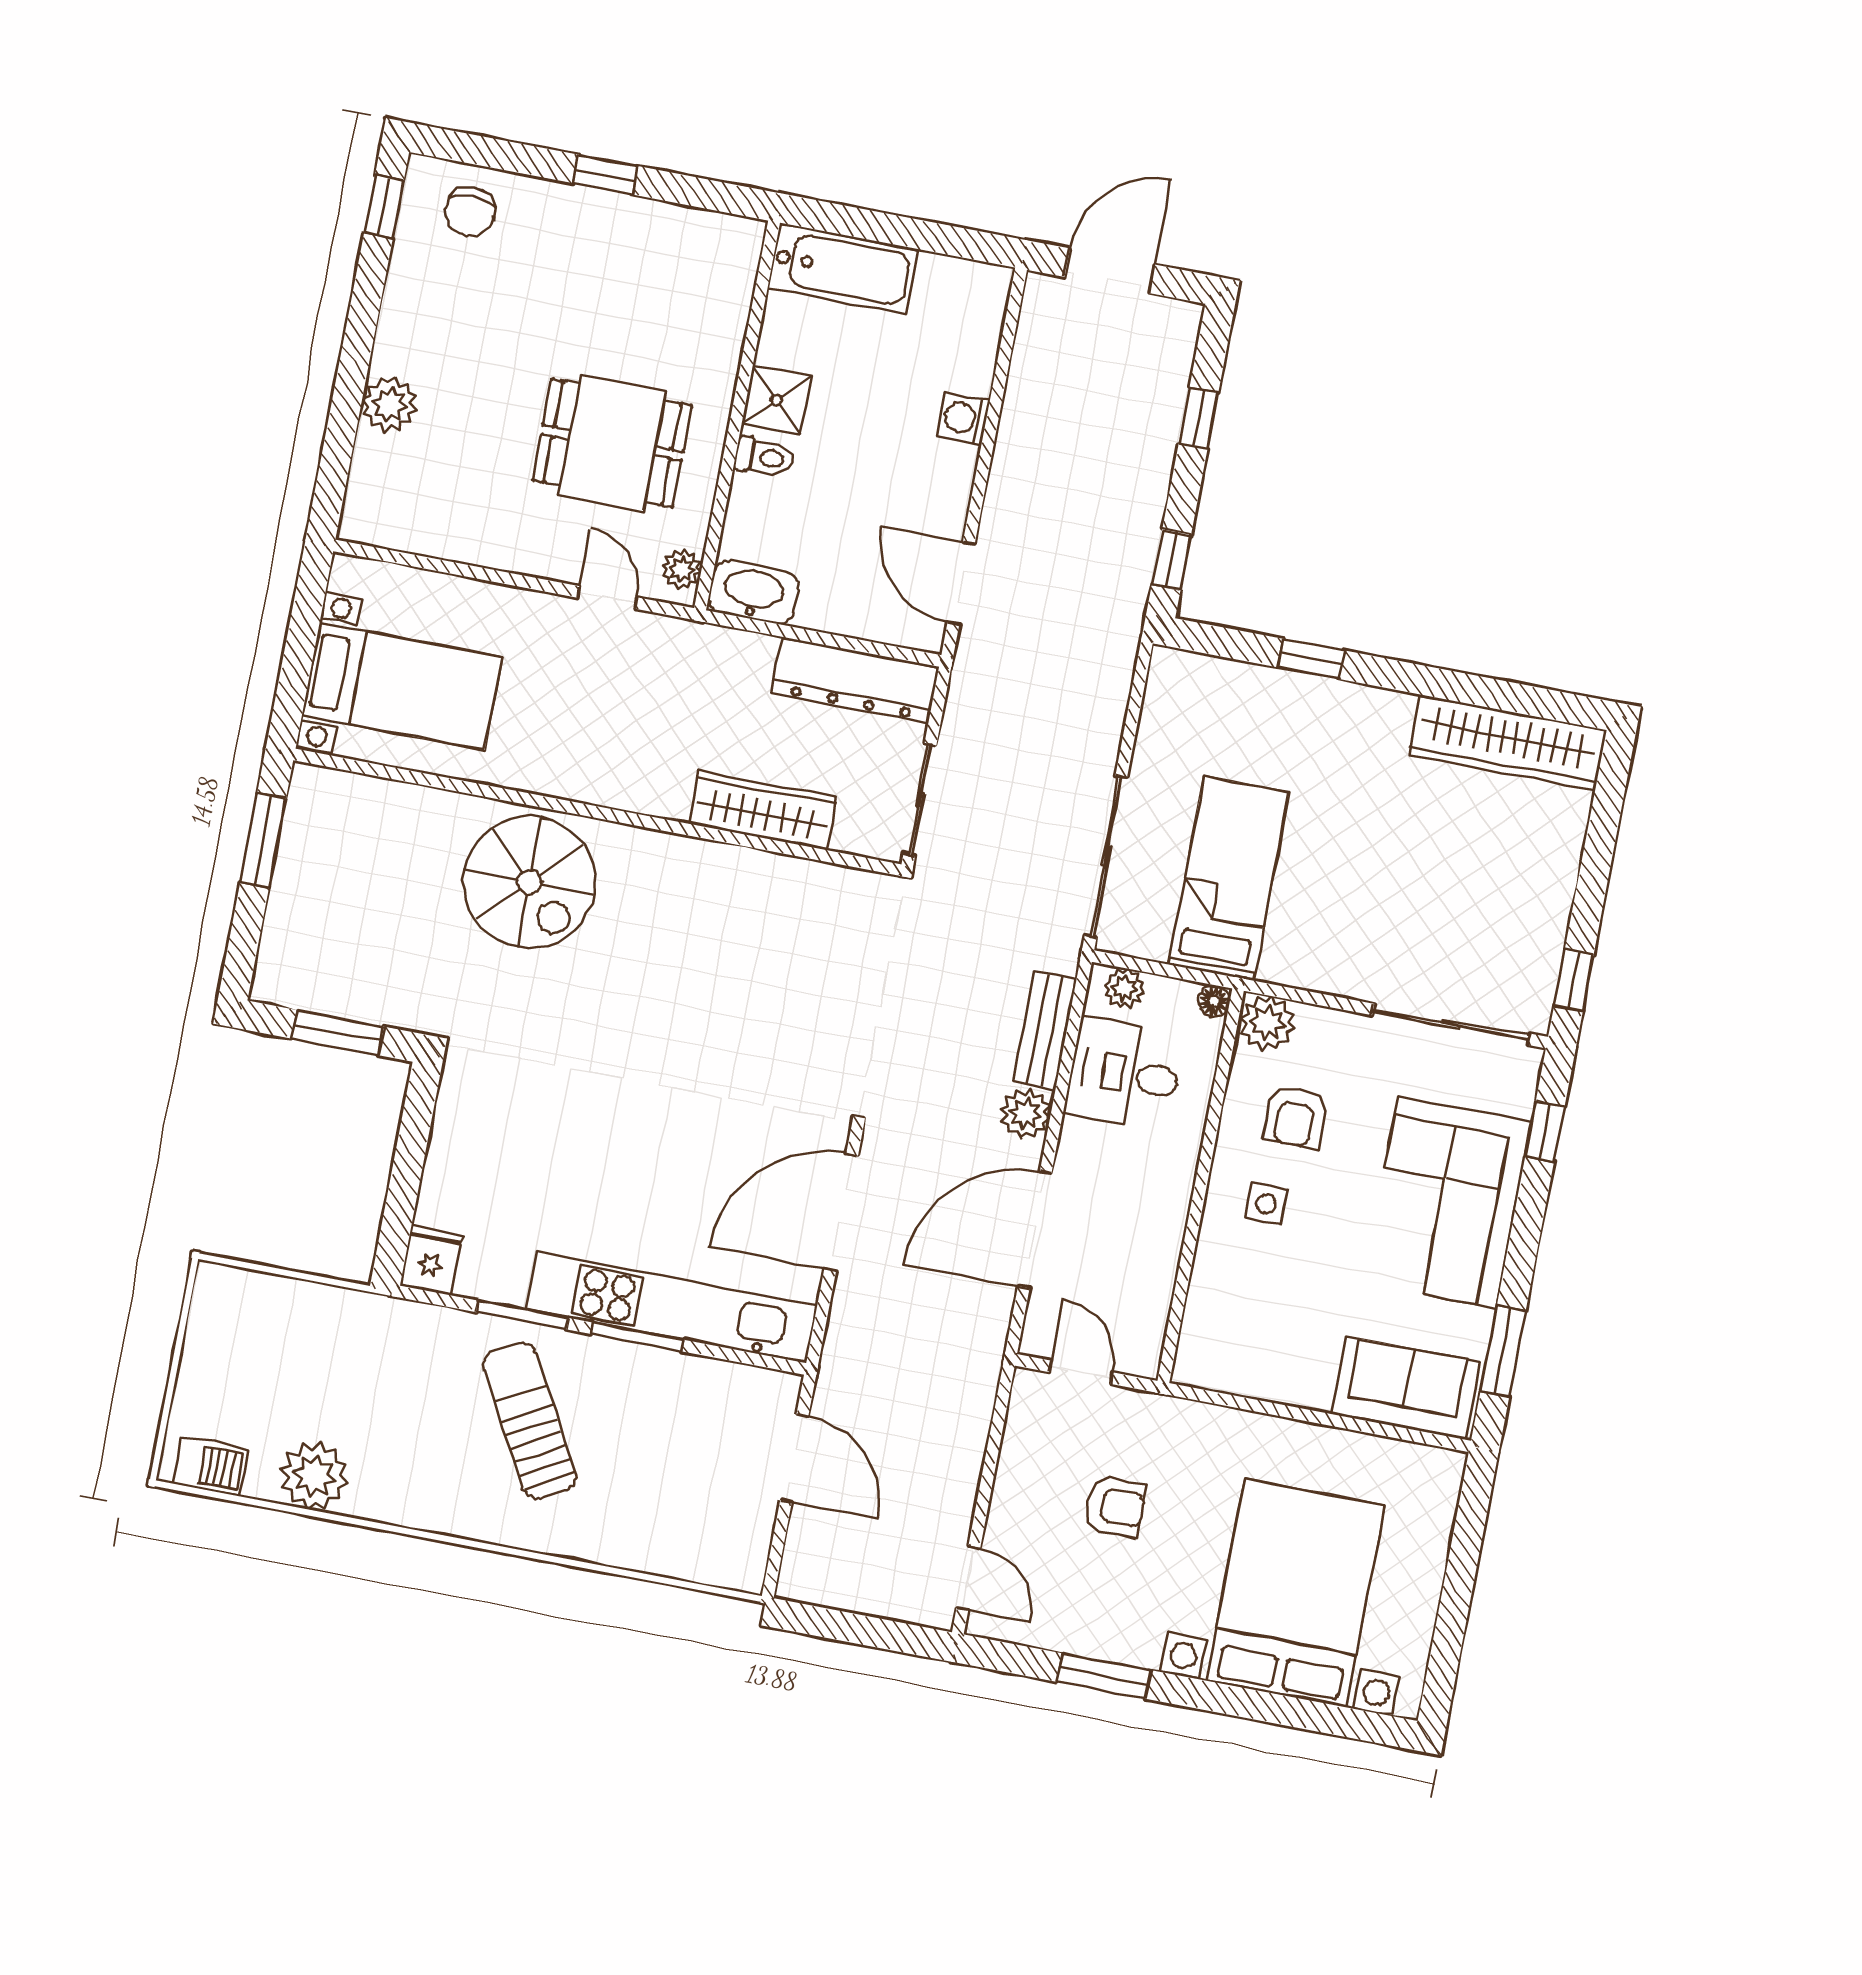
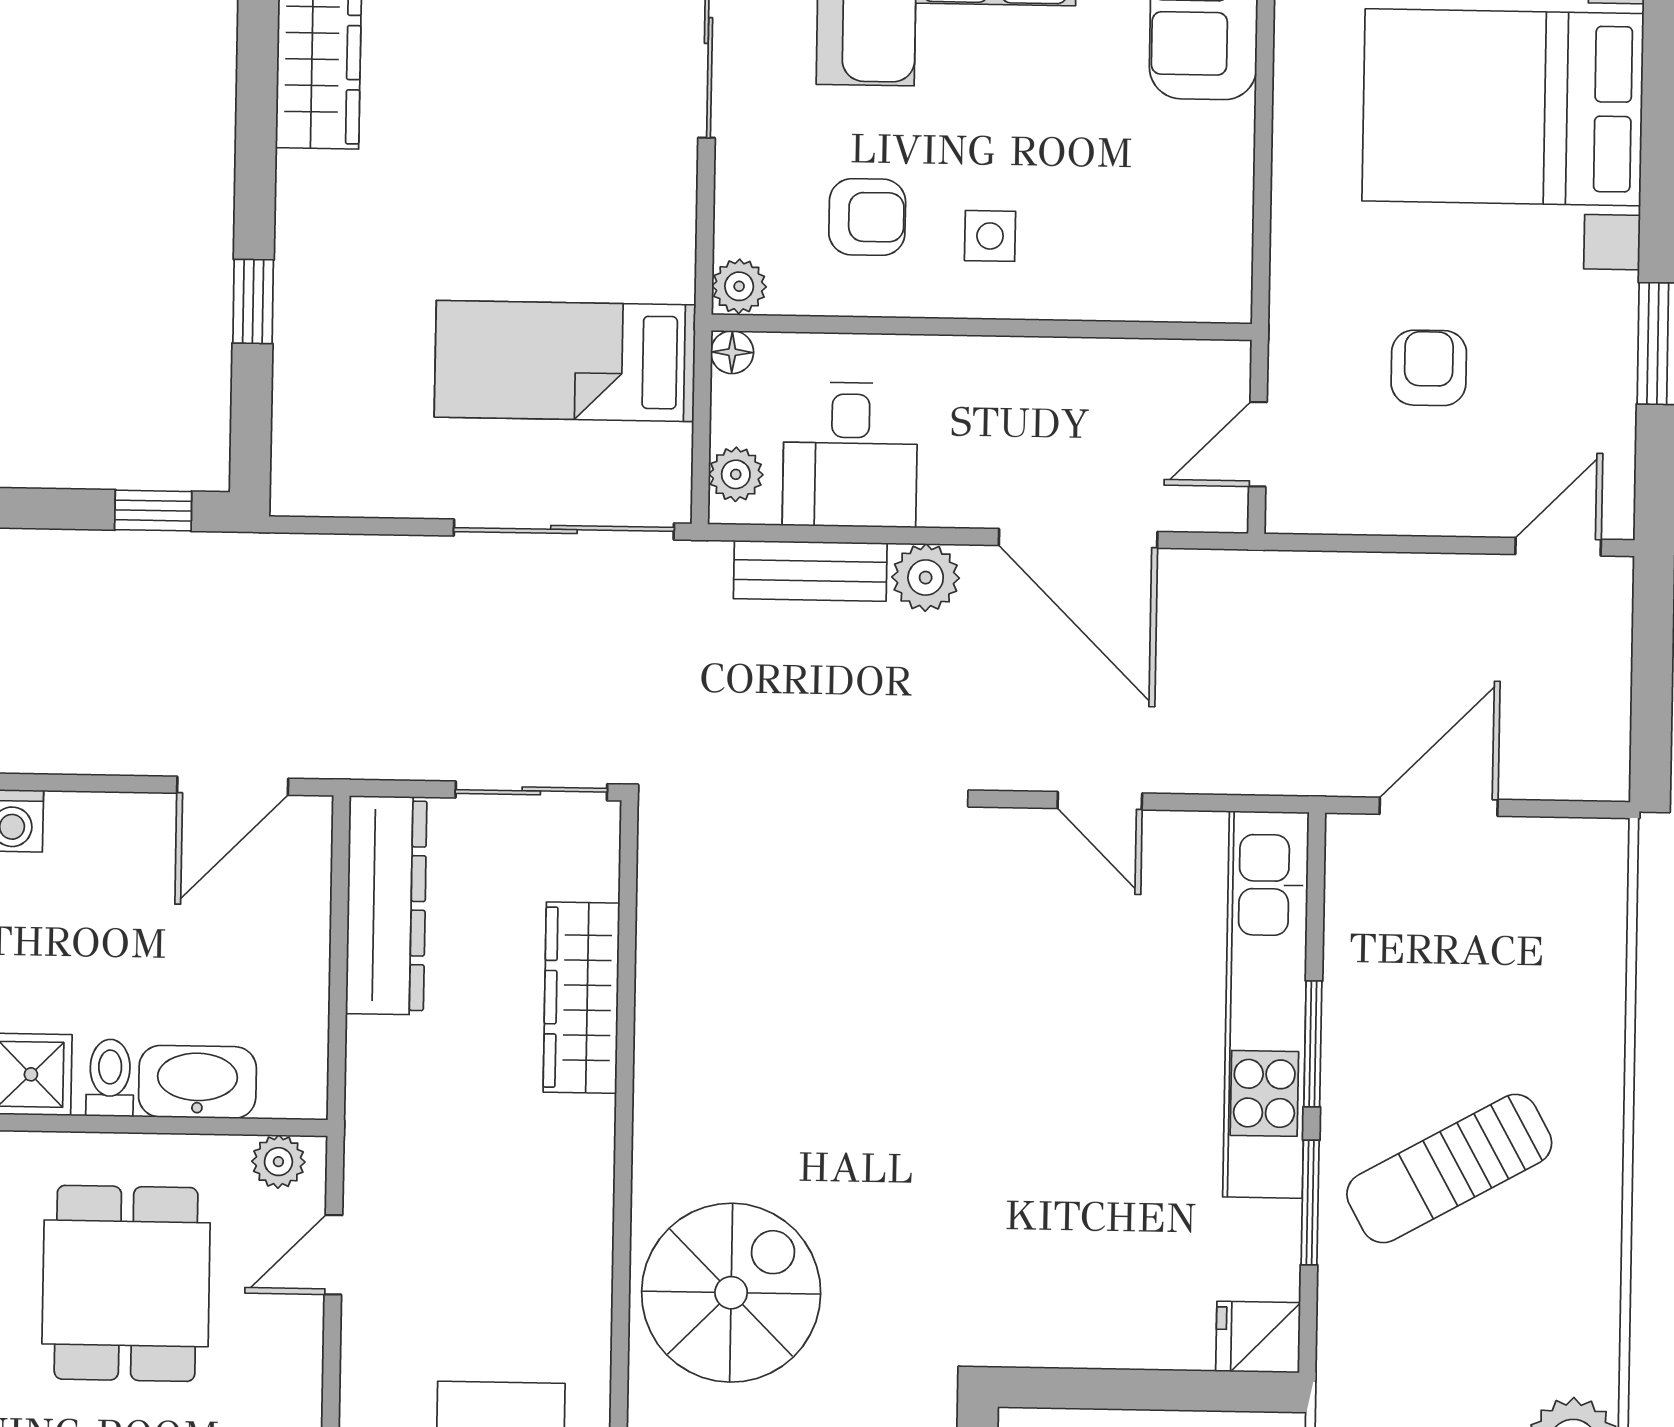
washbasin: (753, 592) -> (197, 1082), moved, turned 90
plant: (1267, 1023) -> (739, 286), width x0.73, depth x0.73
door: (841, 1212) -> (1100, 801), width x0.53

